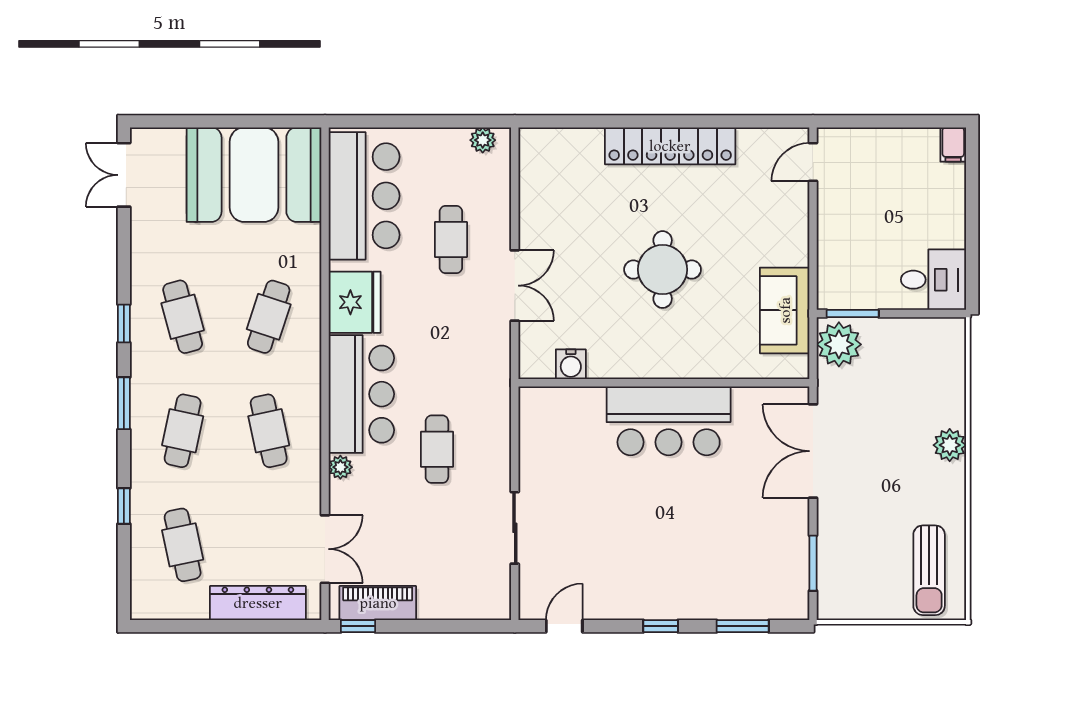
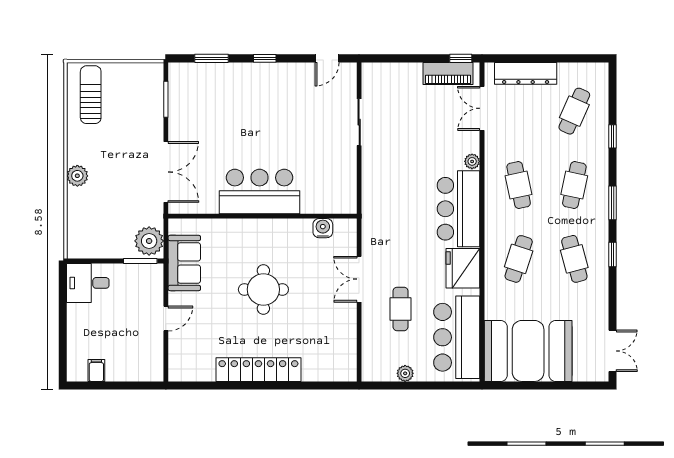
plant: (483, 140) -> (405, 373), moved
filing cabinet: (953, 145) -> (96, 370), moved
door: (813, 162) -> (166, 319), moved
cafe table: (437, 449) -> (410, 173), removed
cafe table: (183, 545) -> (574, 111), turned 36

